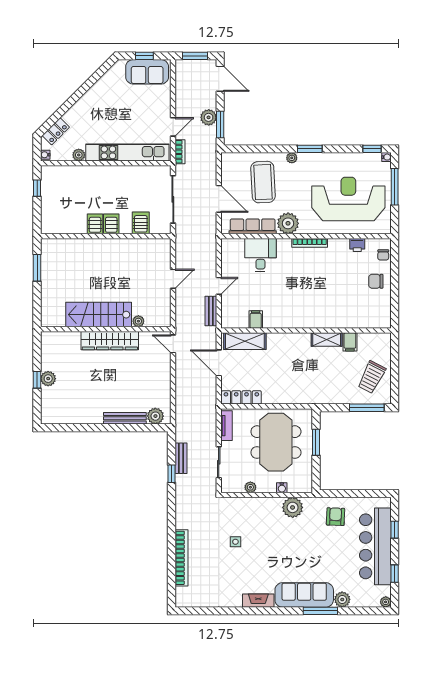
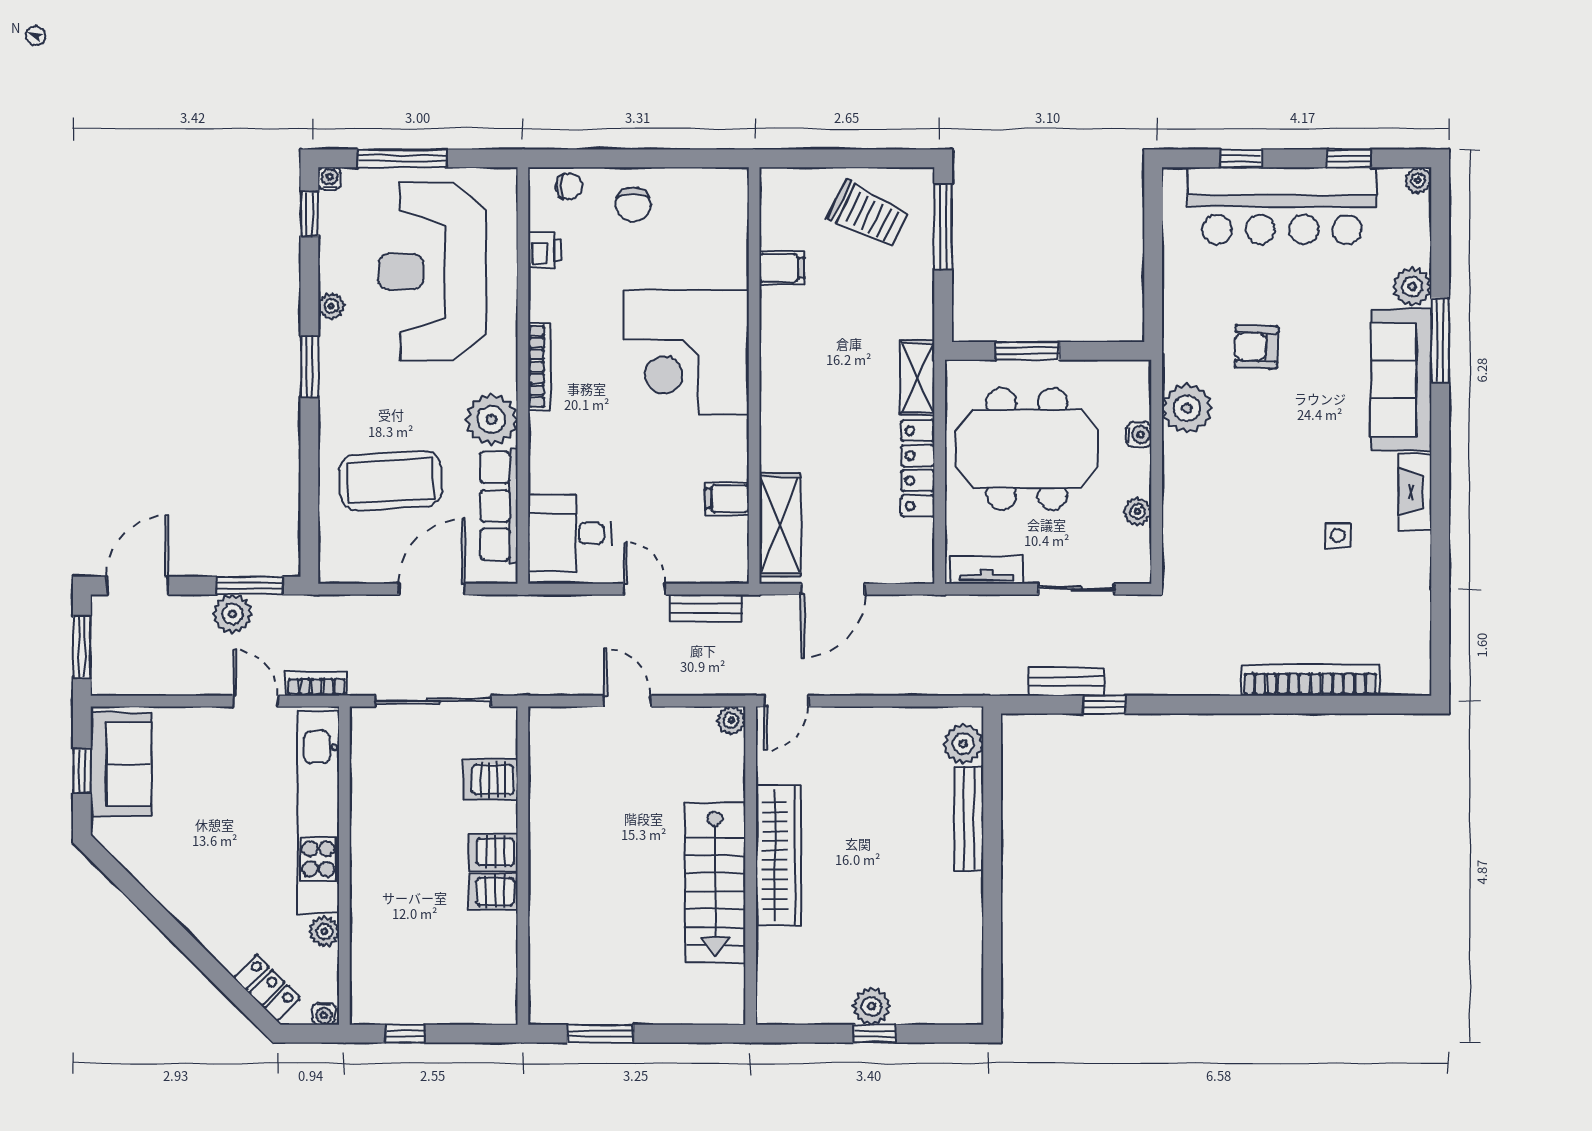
plant: (292, 158) -> (331, 306), moved
desk: (260, 255) -> (569, 533), moved
corner desk: (315, 303) -> (686, 352), added
plant: (138, 321) -> (731, 720), moved
shelving: (327, 340) -> (918, 378), moved
locker: (241, 397) -> (918, 468), moved
armchair: (335, 517) -> (1256, 347), moved
side table: (235, 542) -> (1338, 535), moved

